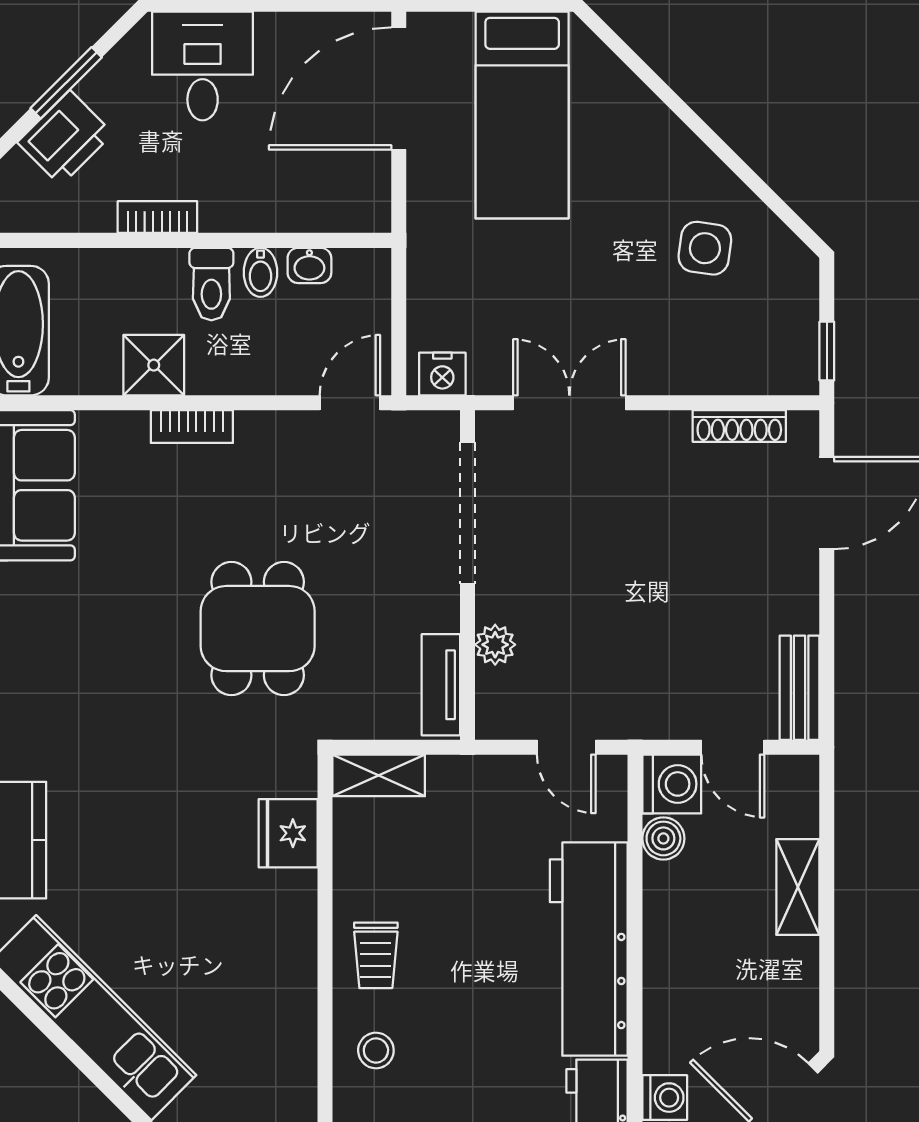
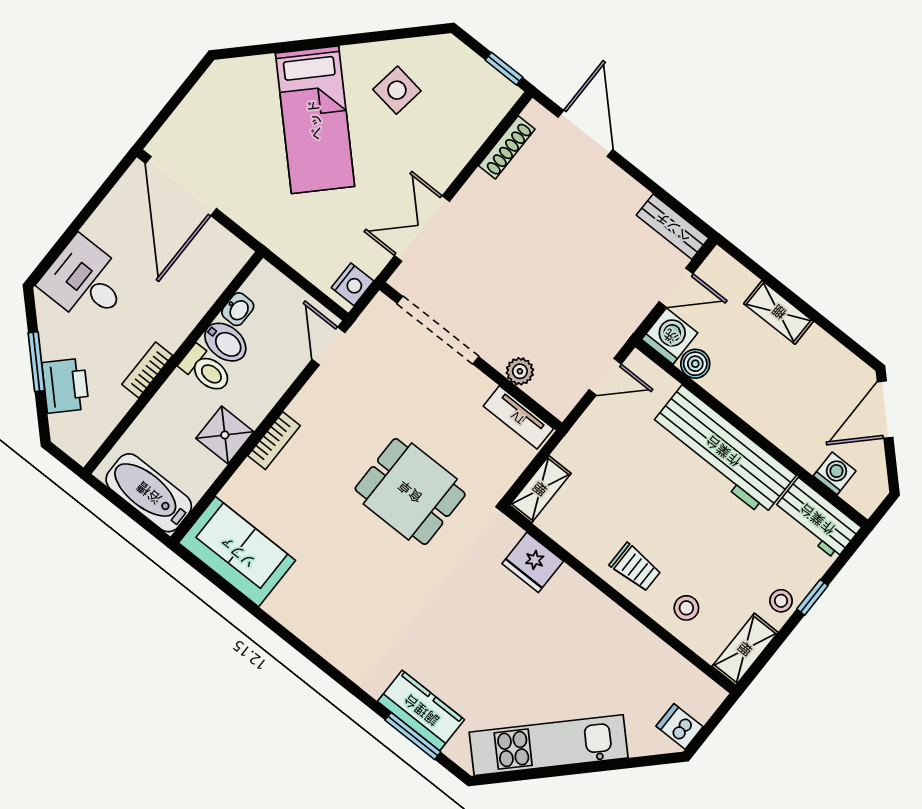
bed: (522, 115) -> (315, 120), moved, turned 45
bidet: (261, 272) -> (225, 342), width x1.38, depth x1.36

